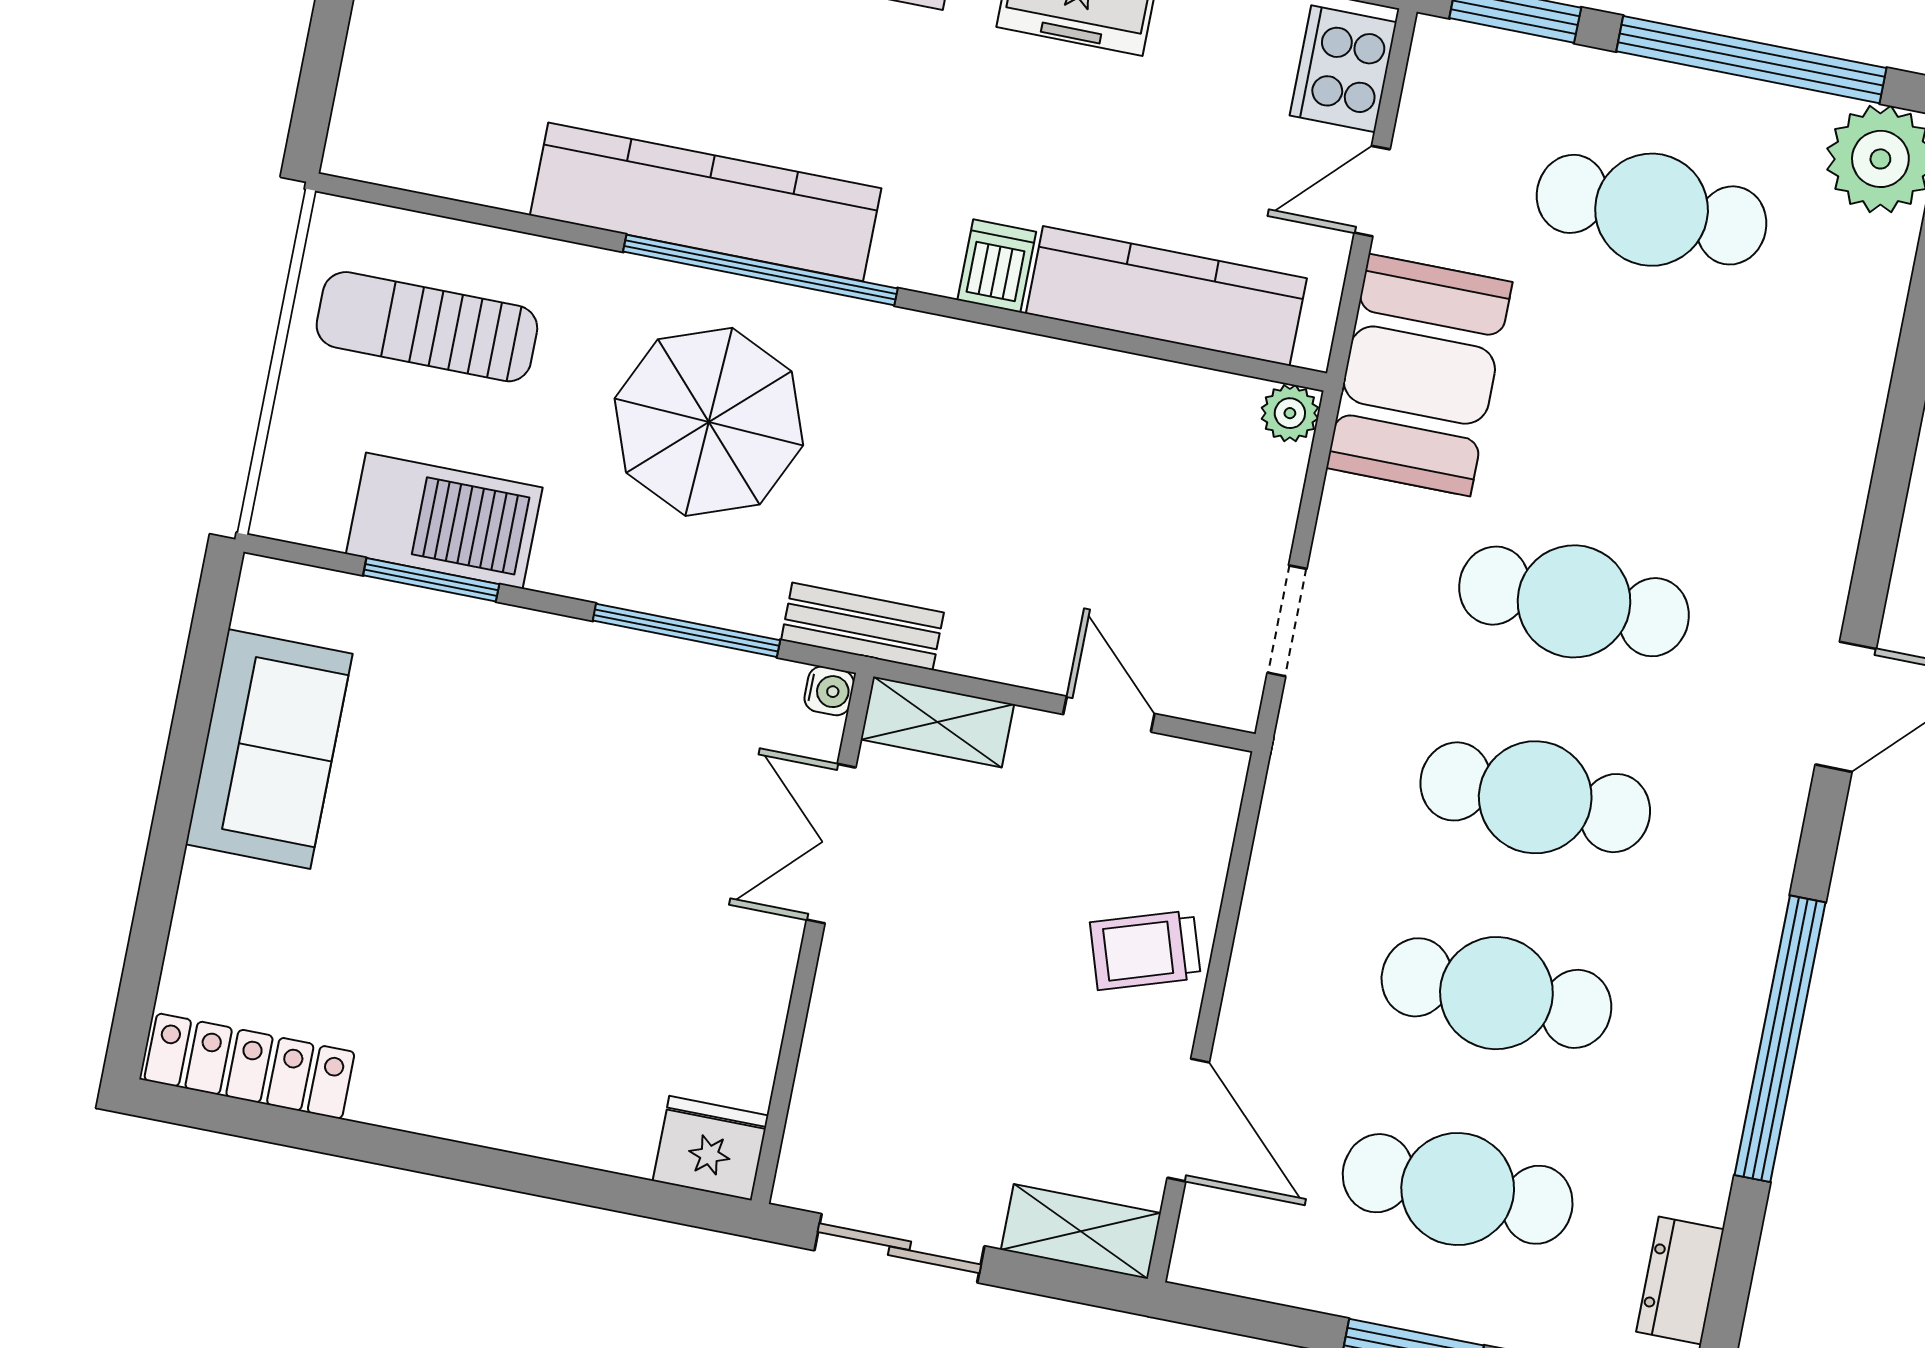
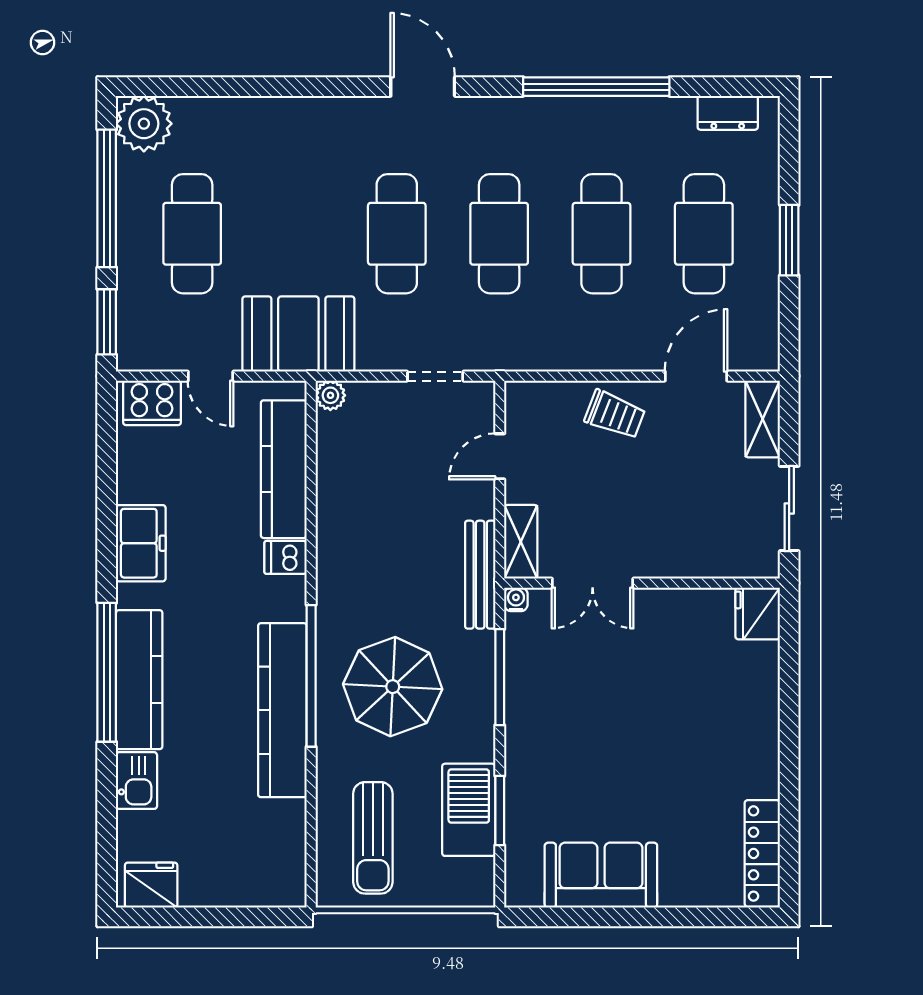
bench: (862, 626) -> (480, 575), width x1.36
trolley: (1145, 950) -> (615, 414), turned -51

